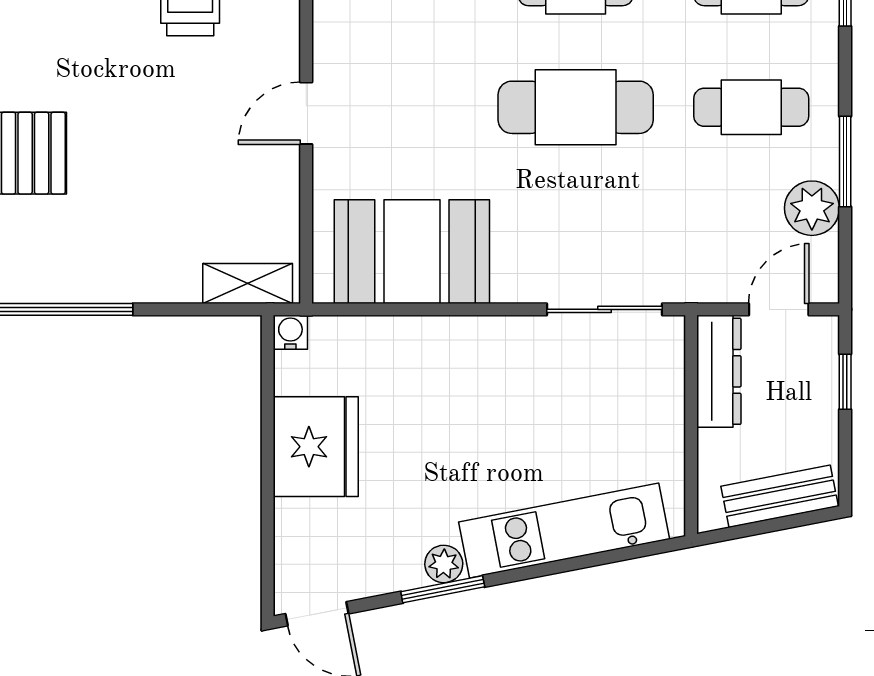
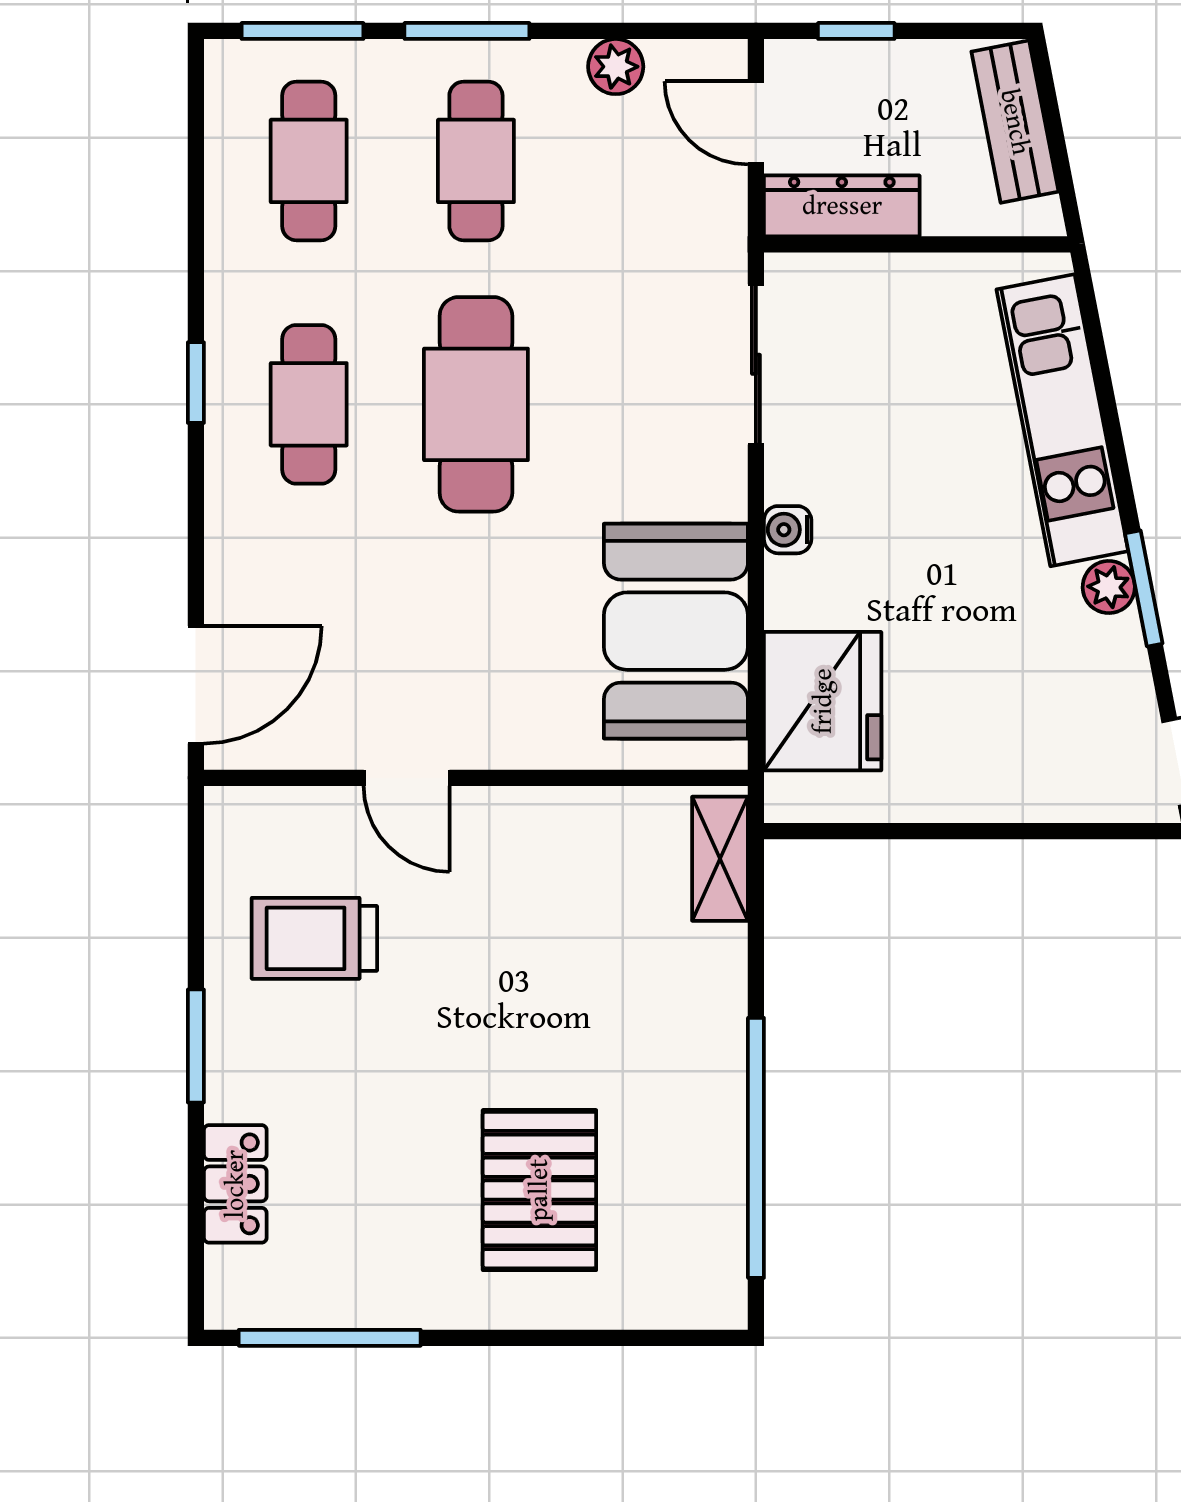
door: (306, 113) -> (407, 778), moved
window: (845, 161) -> (467, 31), moved
plant: (812, 208) -> (616, 67), width x0.73, depth x0.73
water cooler: (290, 332) -> (788, 530), moved
fridge: (316, 447) -> (823, 701), moved, turned 90

